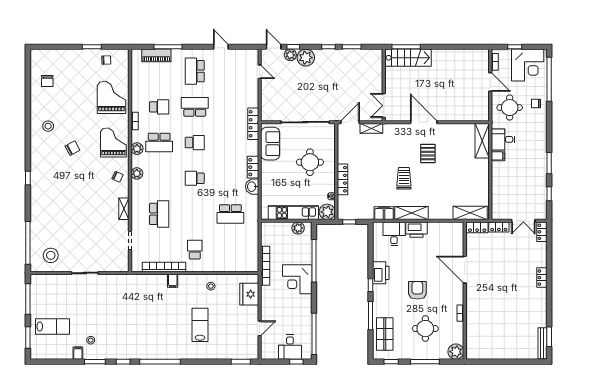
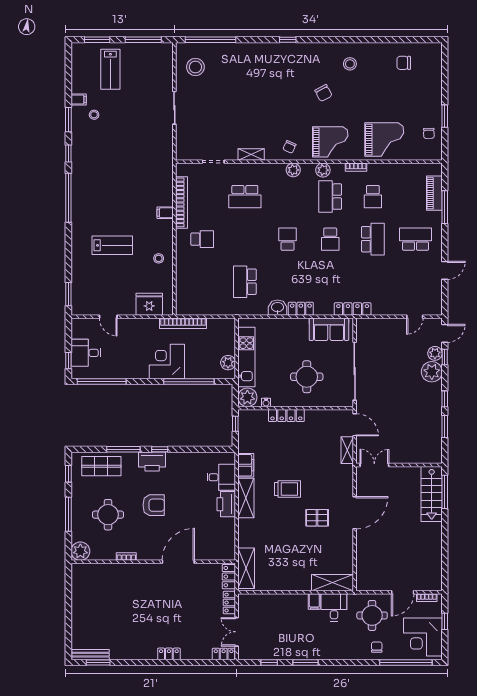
printer: (381, 273) -> (152, 461), moved

